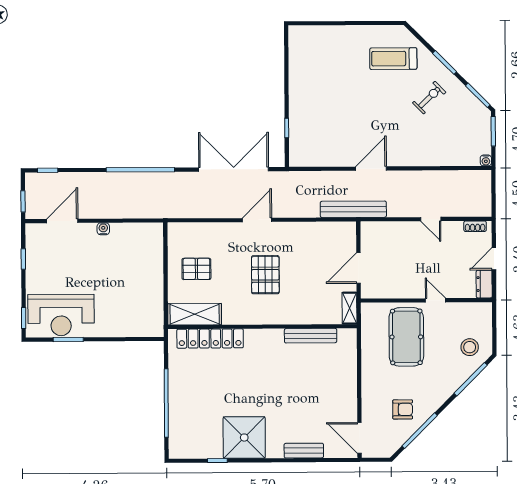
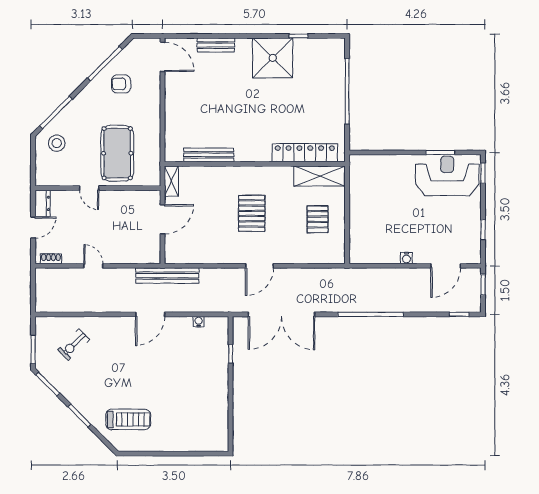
exercise bike: (429, 98) -> (74, 345), moved
water cooler: (486, 160) -> (199, 322), moved
pallet: (196, 269) -> (318, 219), turned 90

